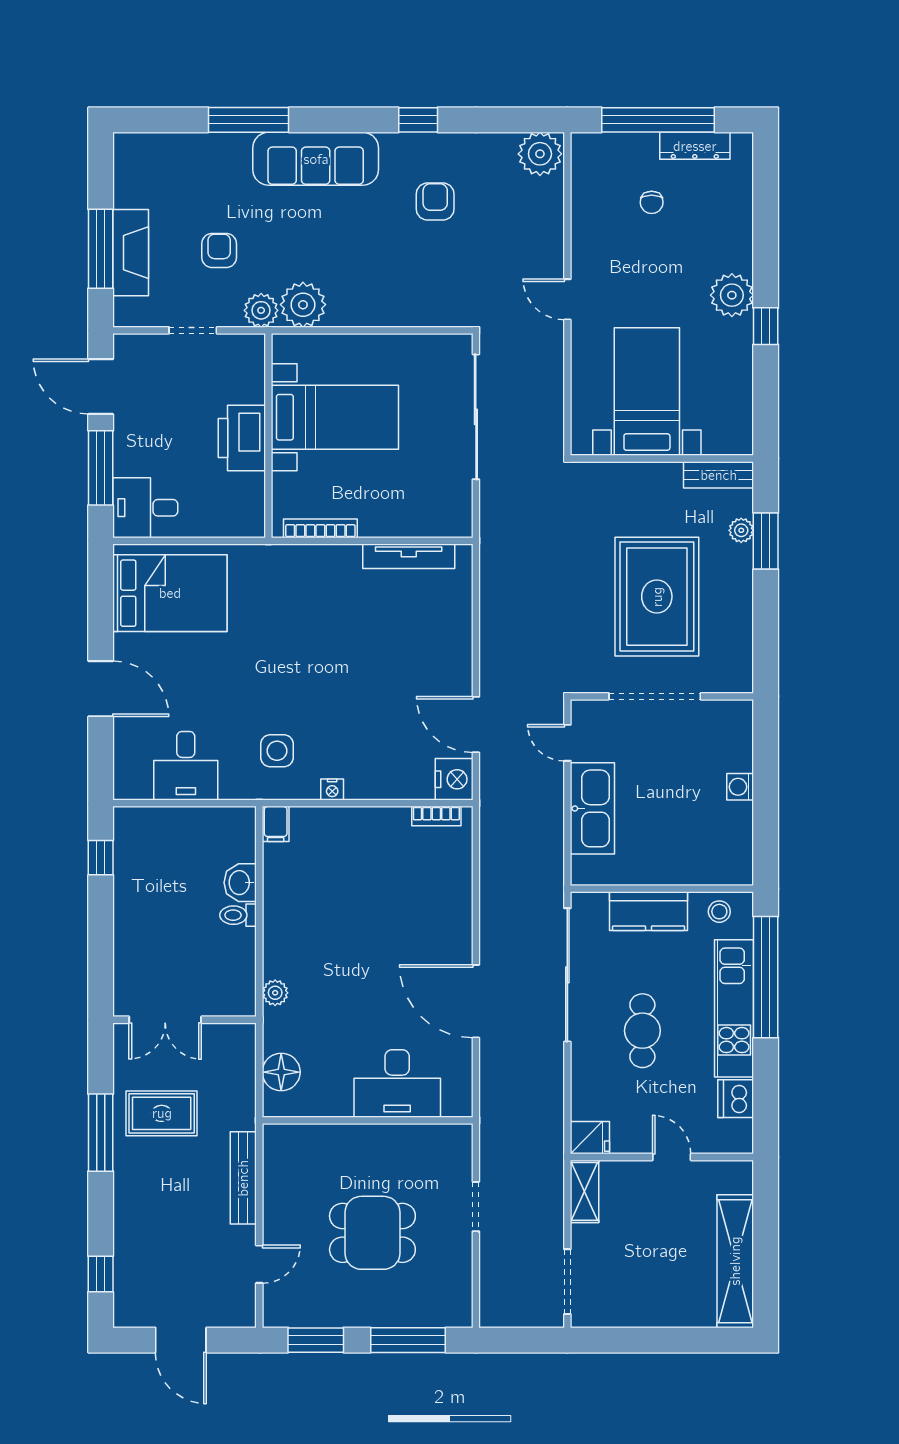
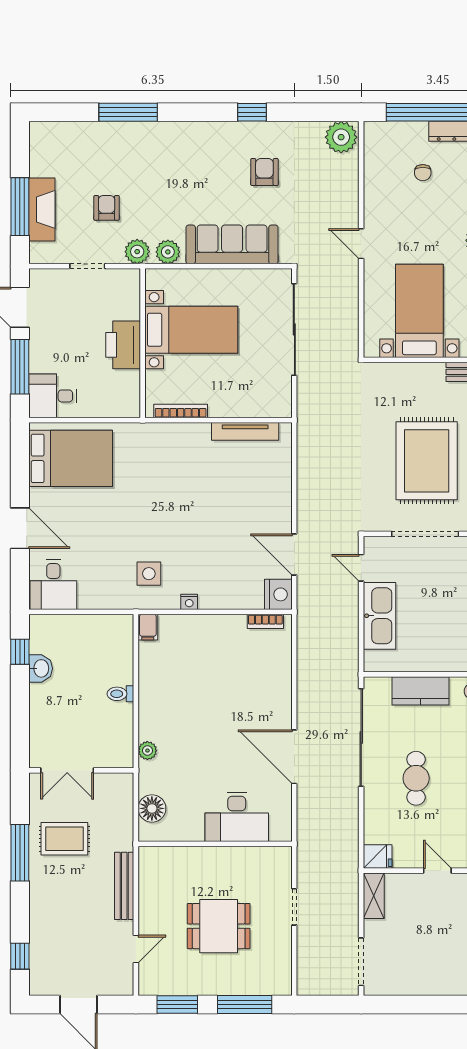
sofa: (316, 159) -> (232, 244), moved, turned 180
plant: (303, 305) -> (168, 252), width x0.73, depth x0.73
desk: (186, 766) -> (53, 585), moved
washbasin: (240, 883) -> (41, 668), moved, turned 180

